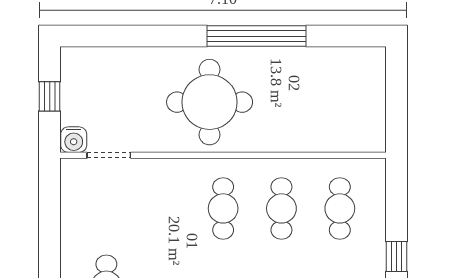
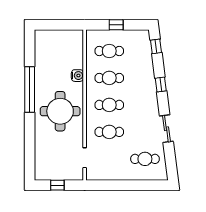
water cooler: (74, 140) -> (77, 76), moved
cafe table: (165, 208) -> (109, 132), added
window: (397, 257) -> (116, 25), moved

